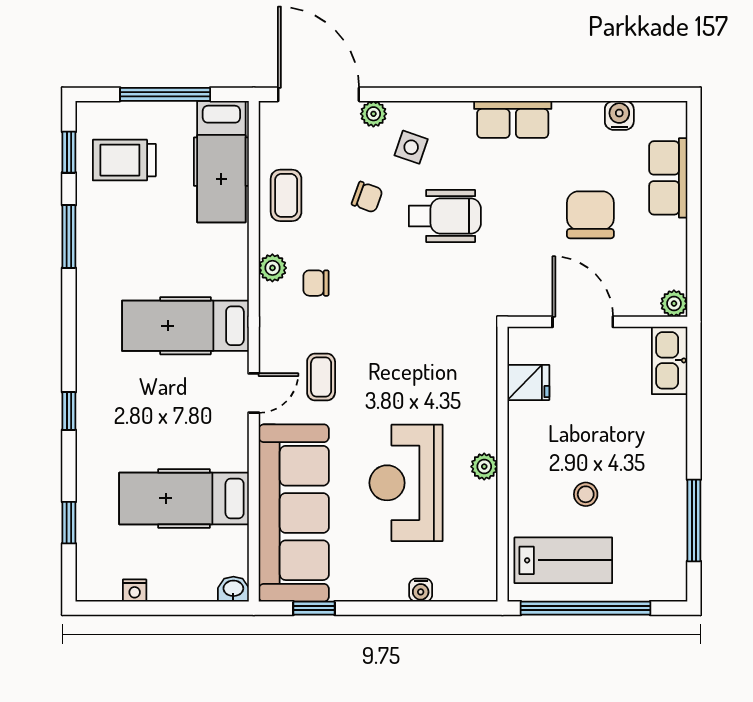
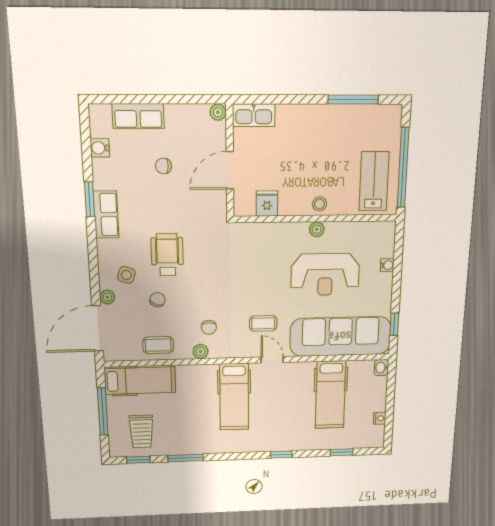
window: (538, 94) -> (89, 199), added
chair: (590, 215) -> (163, 166), width x0.54, depth x0.54
stool: (586, 494) -> (319, 204), moved

